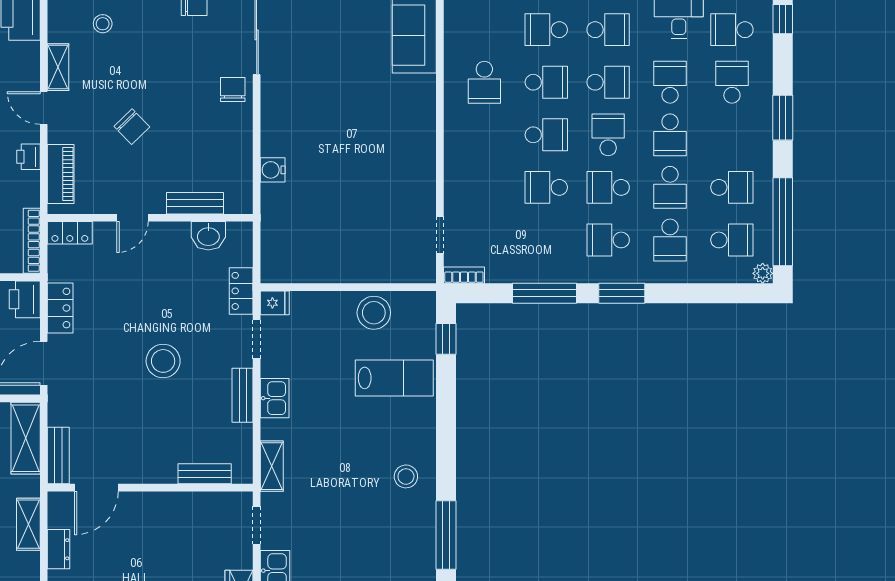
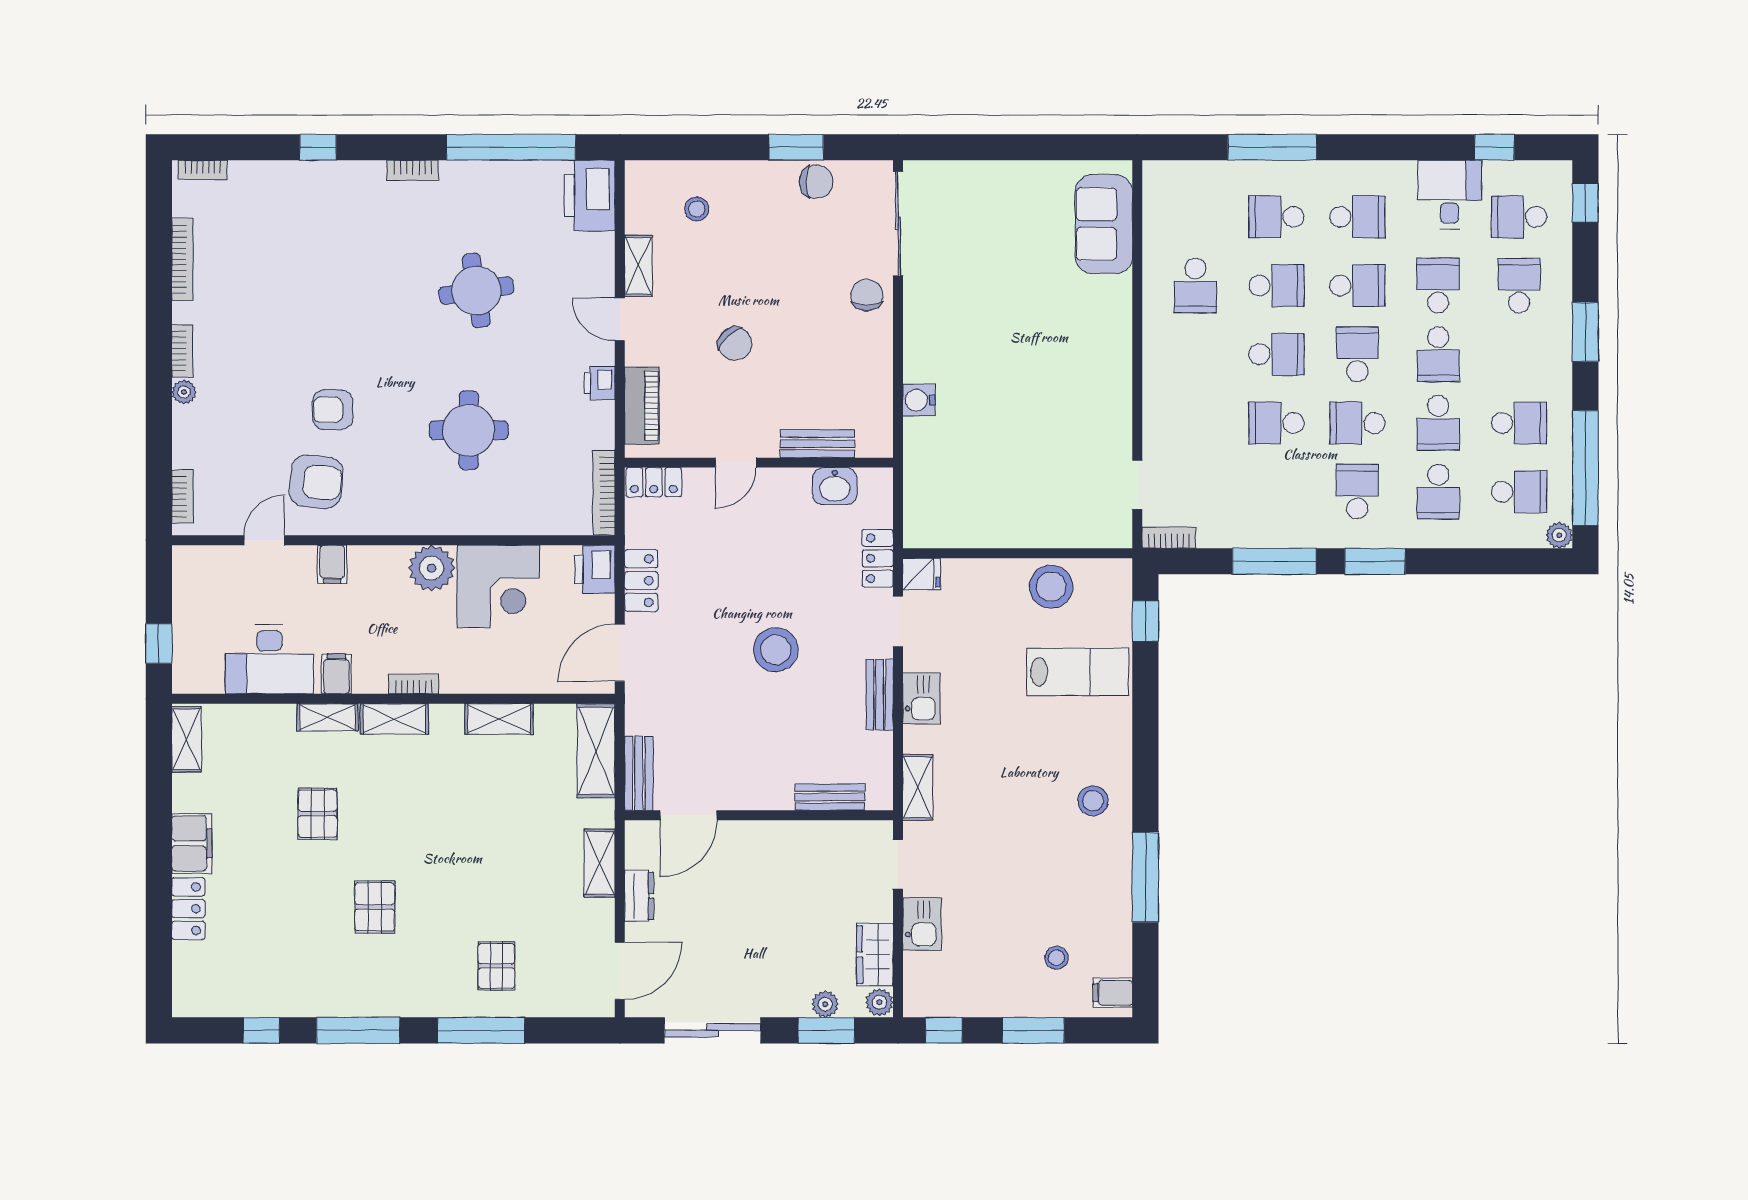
school desk: (608, 240) -> (1357, 492), turned 90

